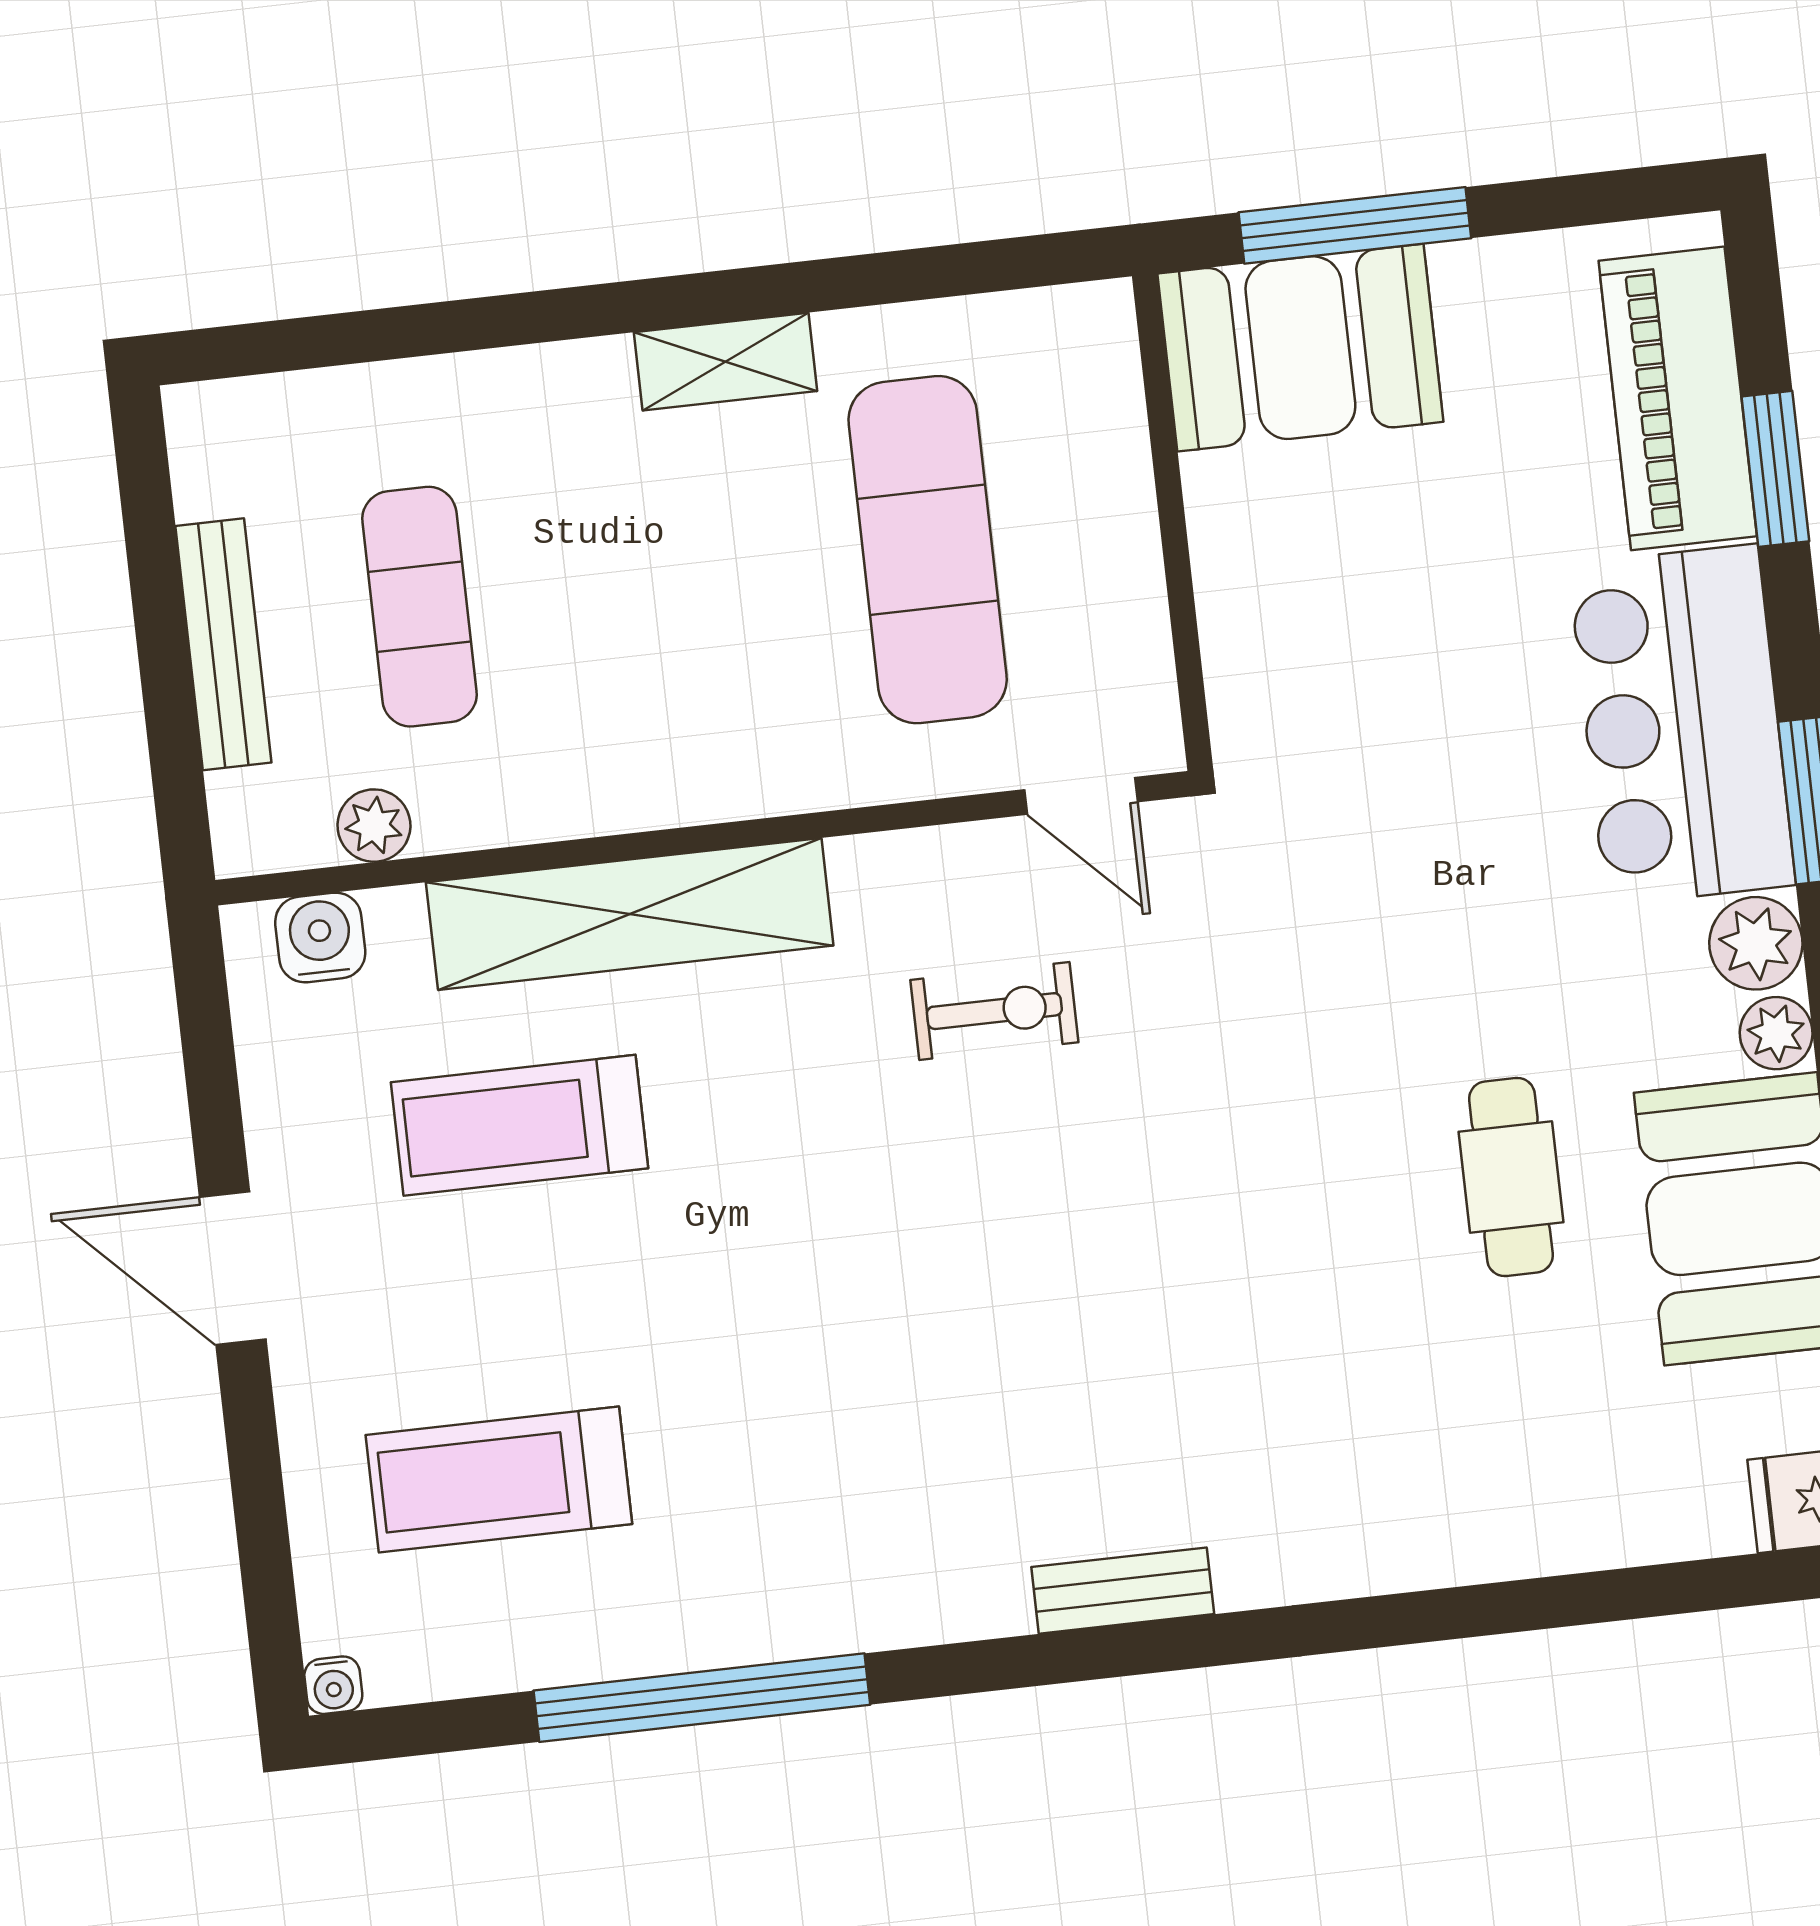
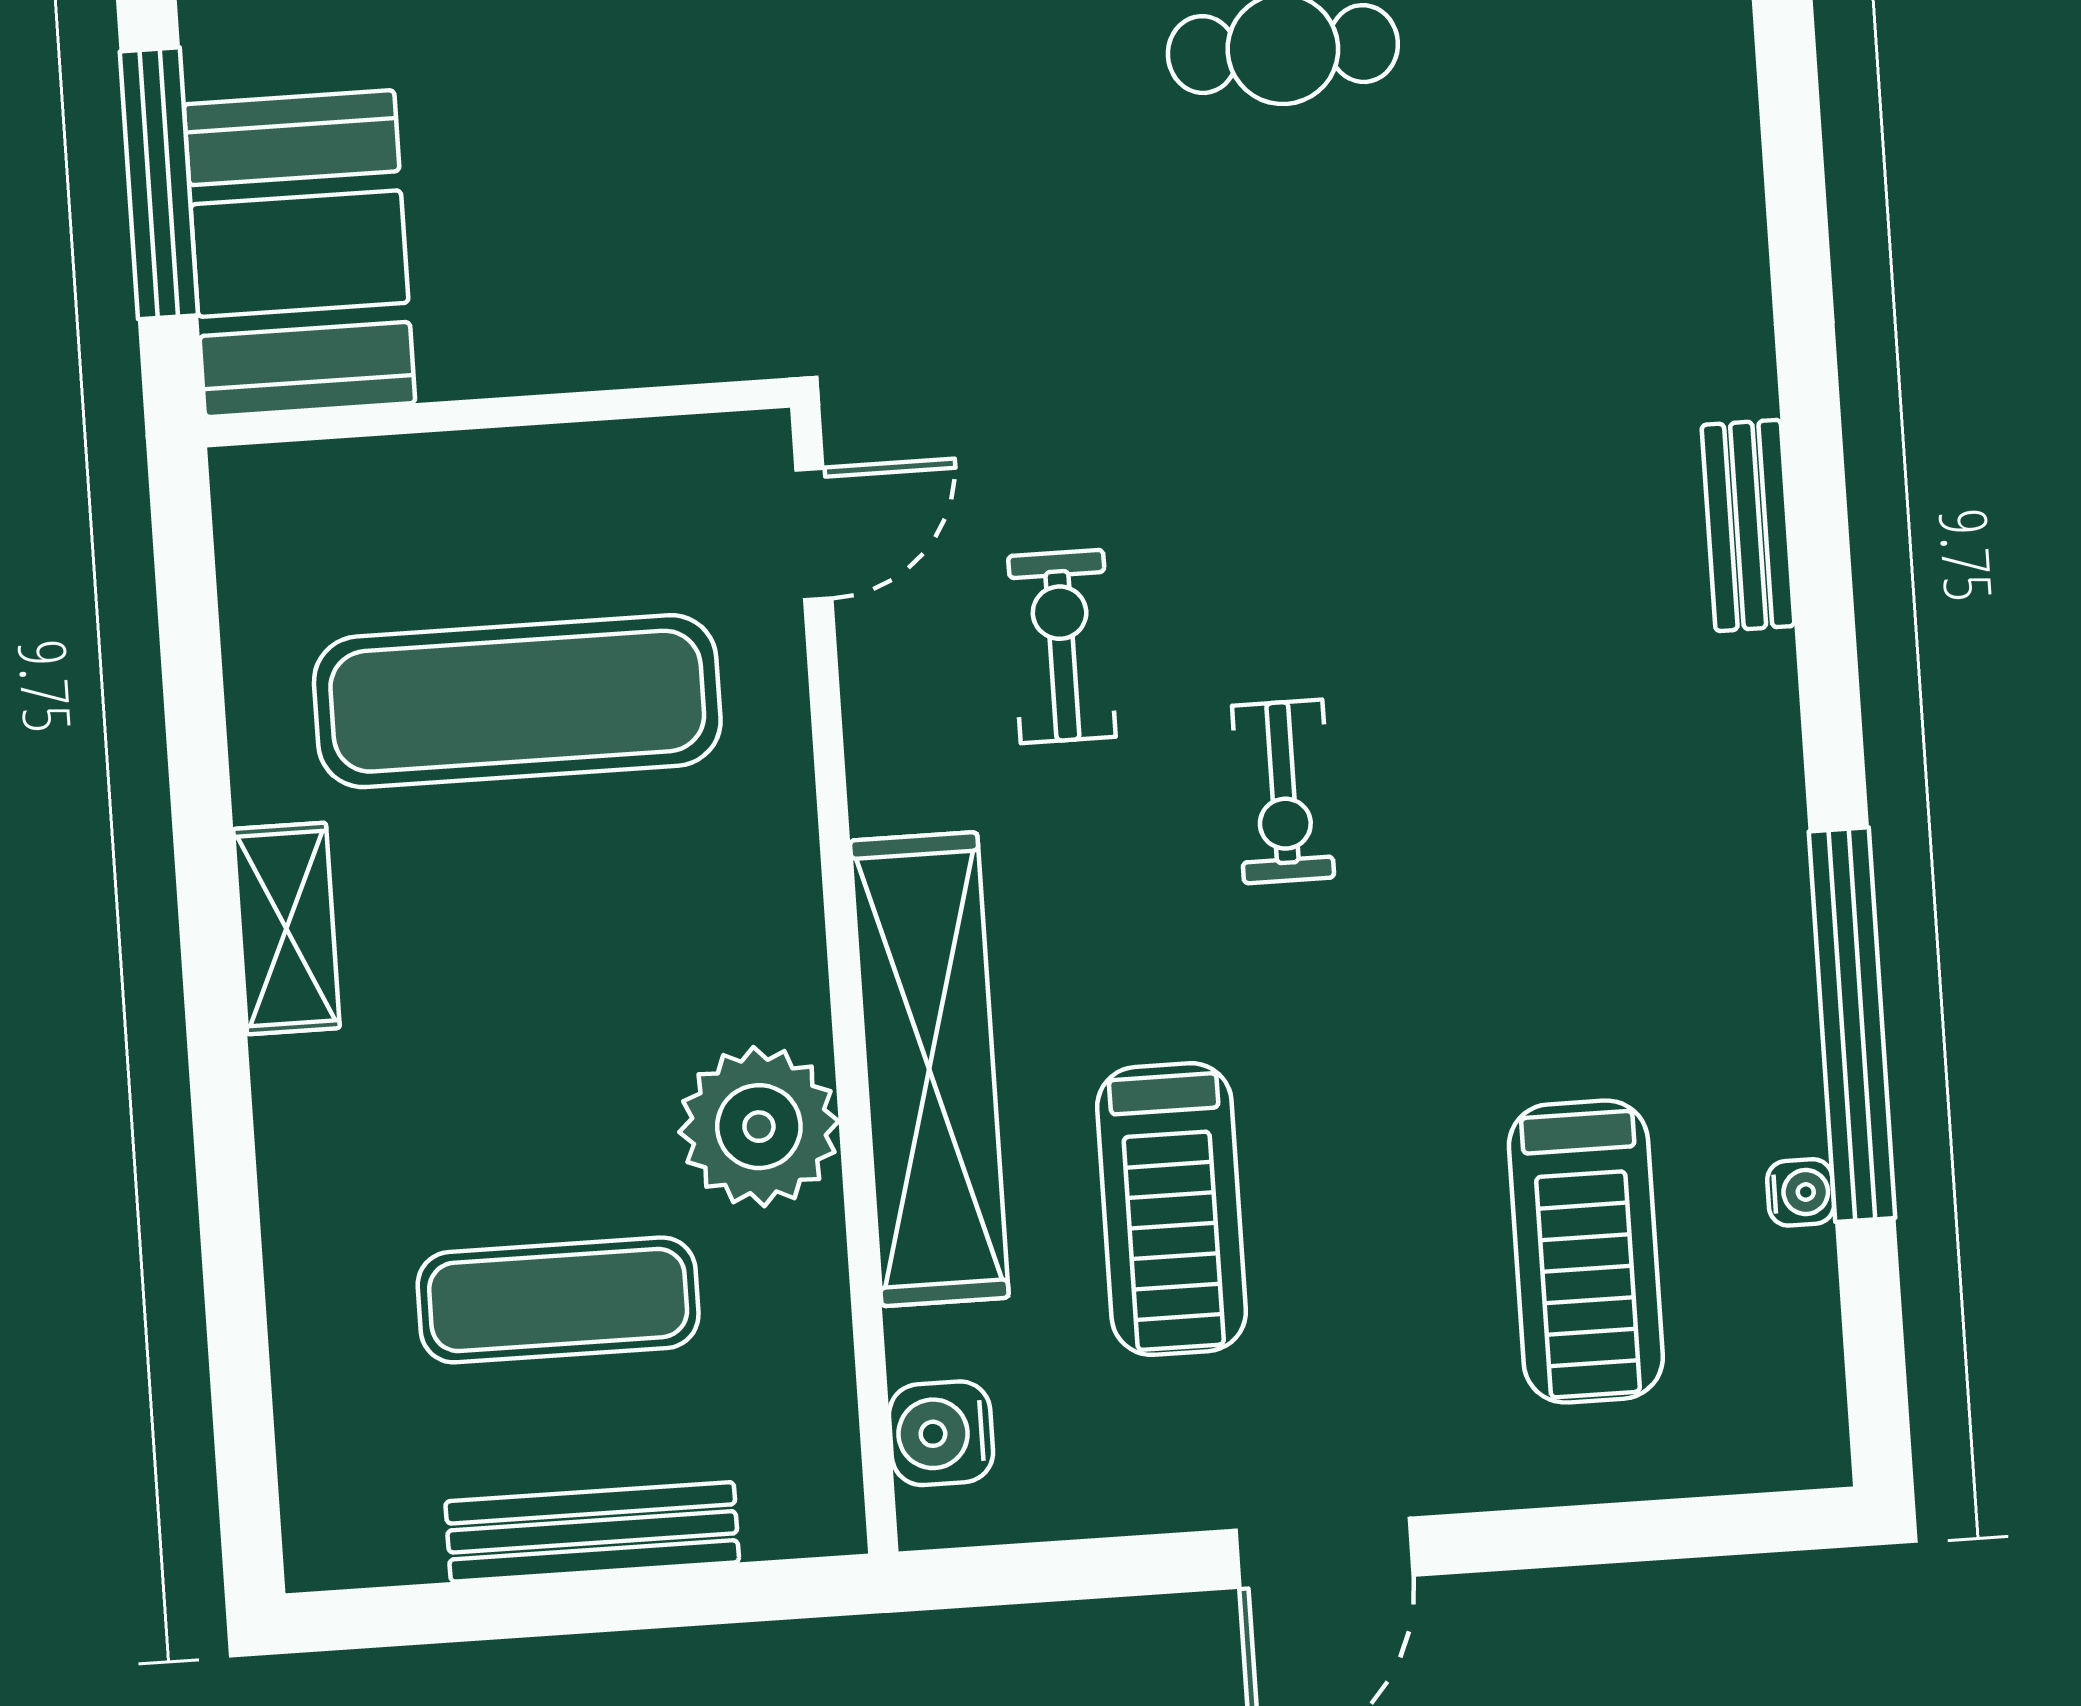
plant: (374, 826) -> (759, 1127), moved, width x1.87, depth x1.87
exercise bike: (879, 1205) -> (1283, 792), added
water cooler: (333, 1685) -> (1801, 1192), moved

